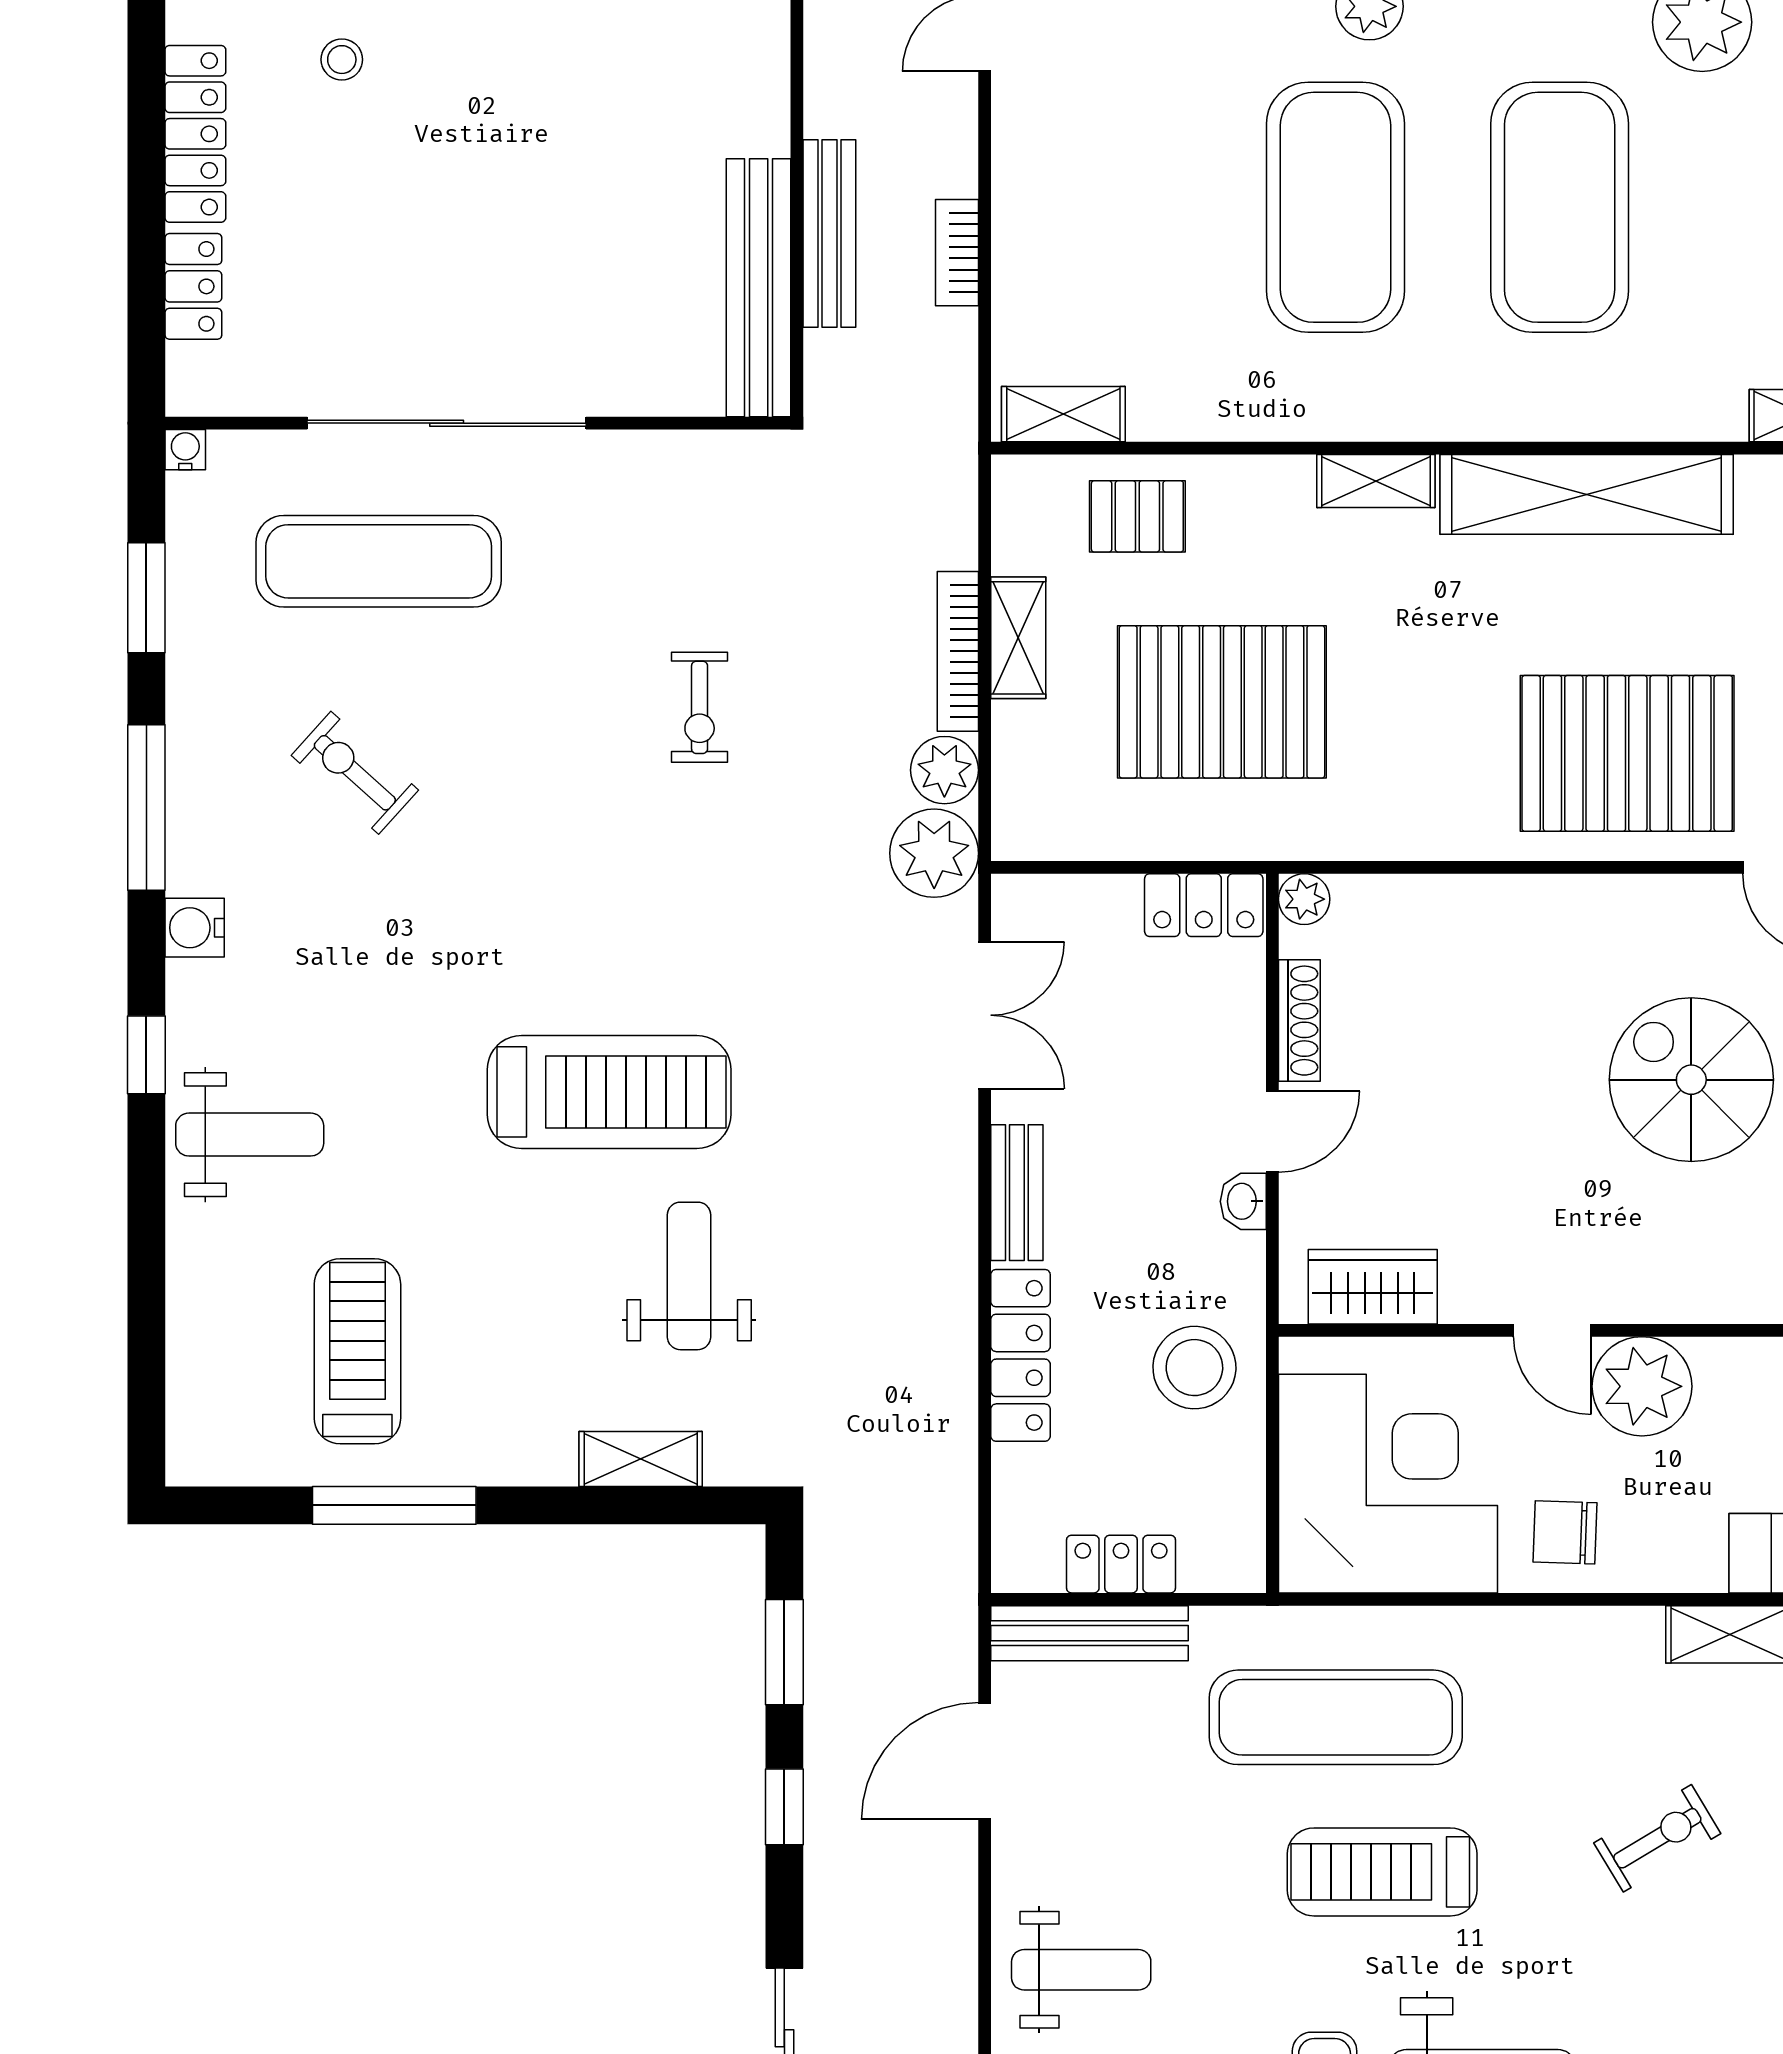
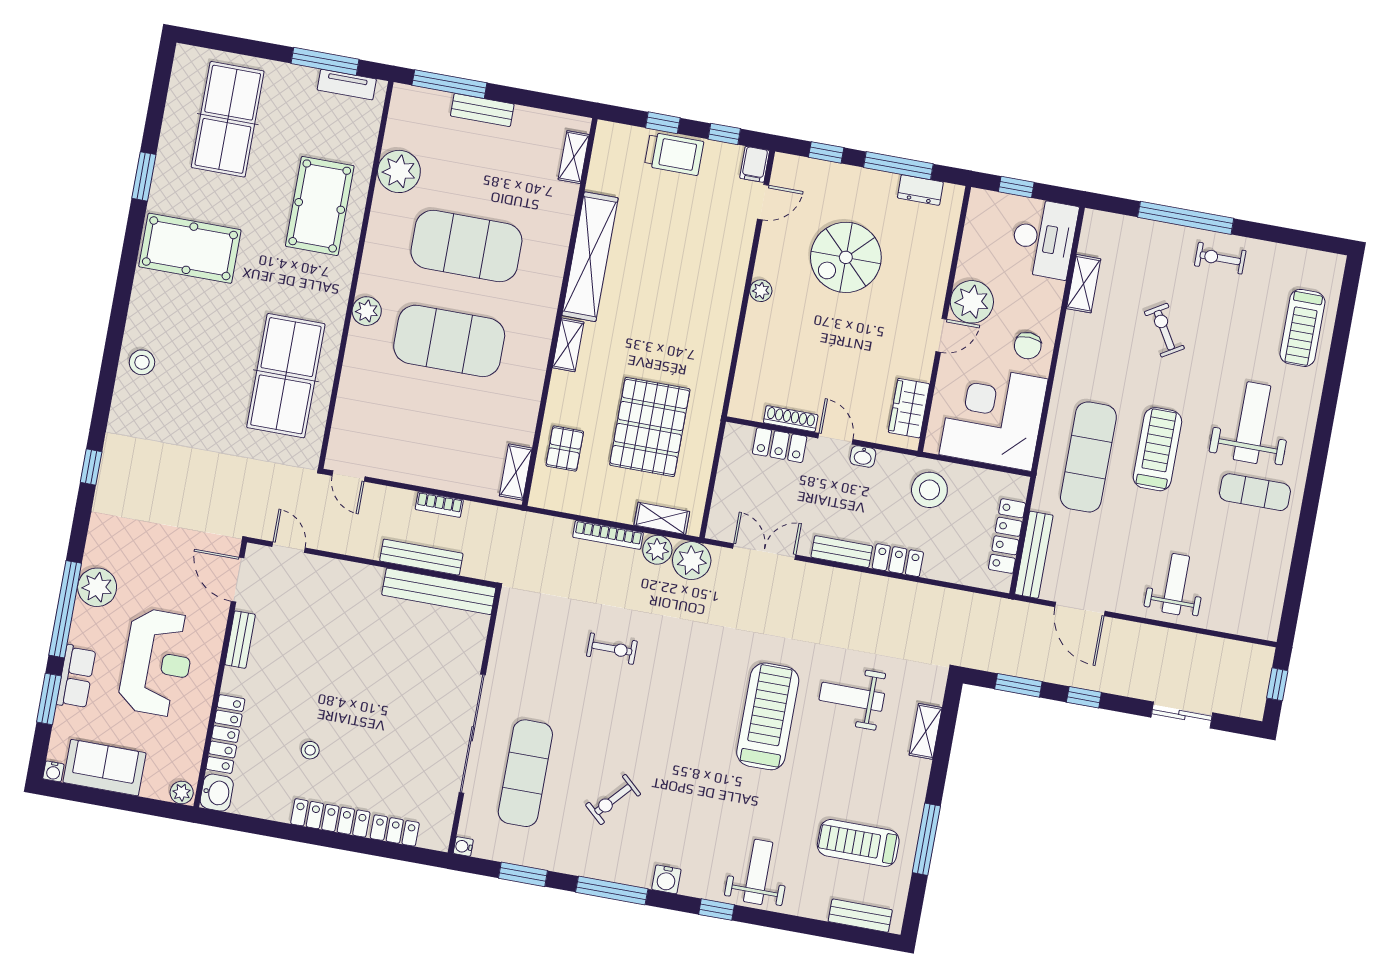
shelving: (1018, 638) -> (662, 518), moved
pallet: (1627, 753) -> (703, 259), removed
plant: (1304, 899) -> (761, 291), moved
locker: (1204, 905) -> (780, 445), moved, turned 90
locker: (1021, 1355) -> (898, 560), width x0.66
bench: (192, 1386) -> (860, 916), added
locker: (1121, 1564) -> (1007, 536), width x1.53
treadmill: (1382, 1872) -> (1157, 449), turned 180

